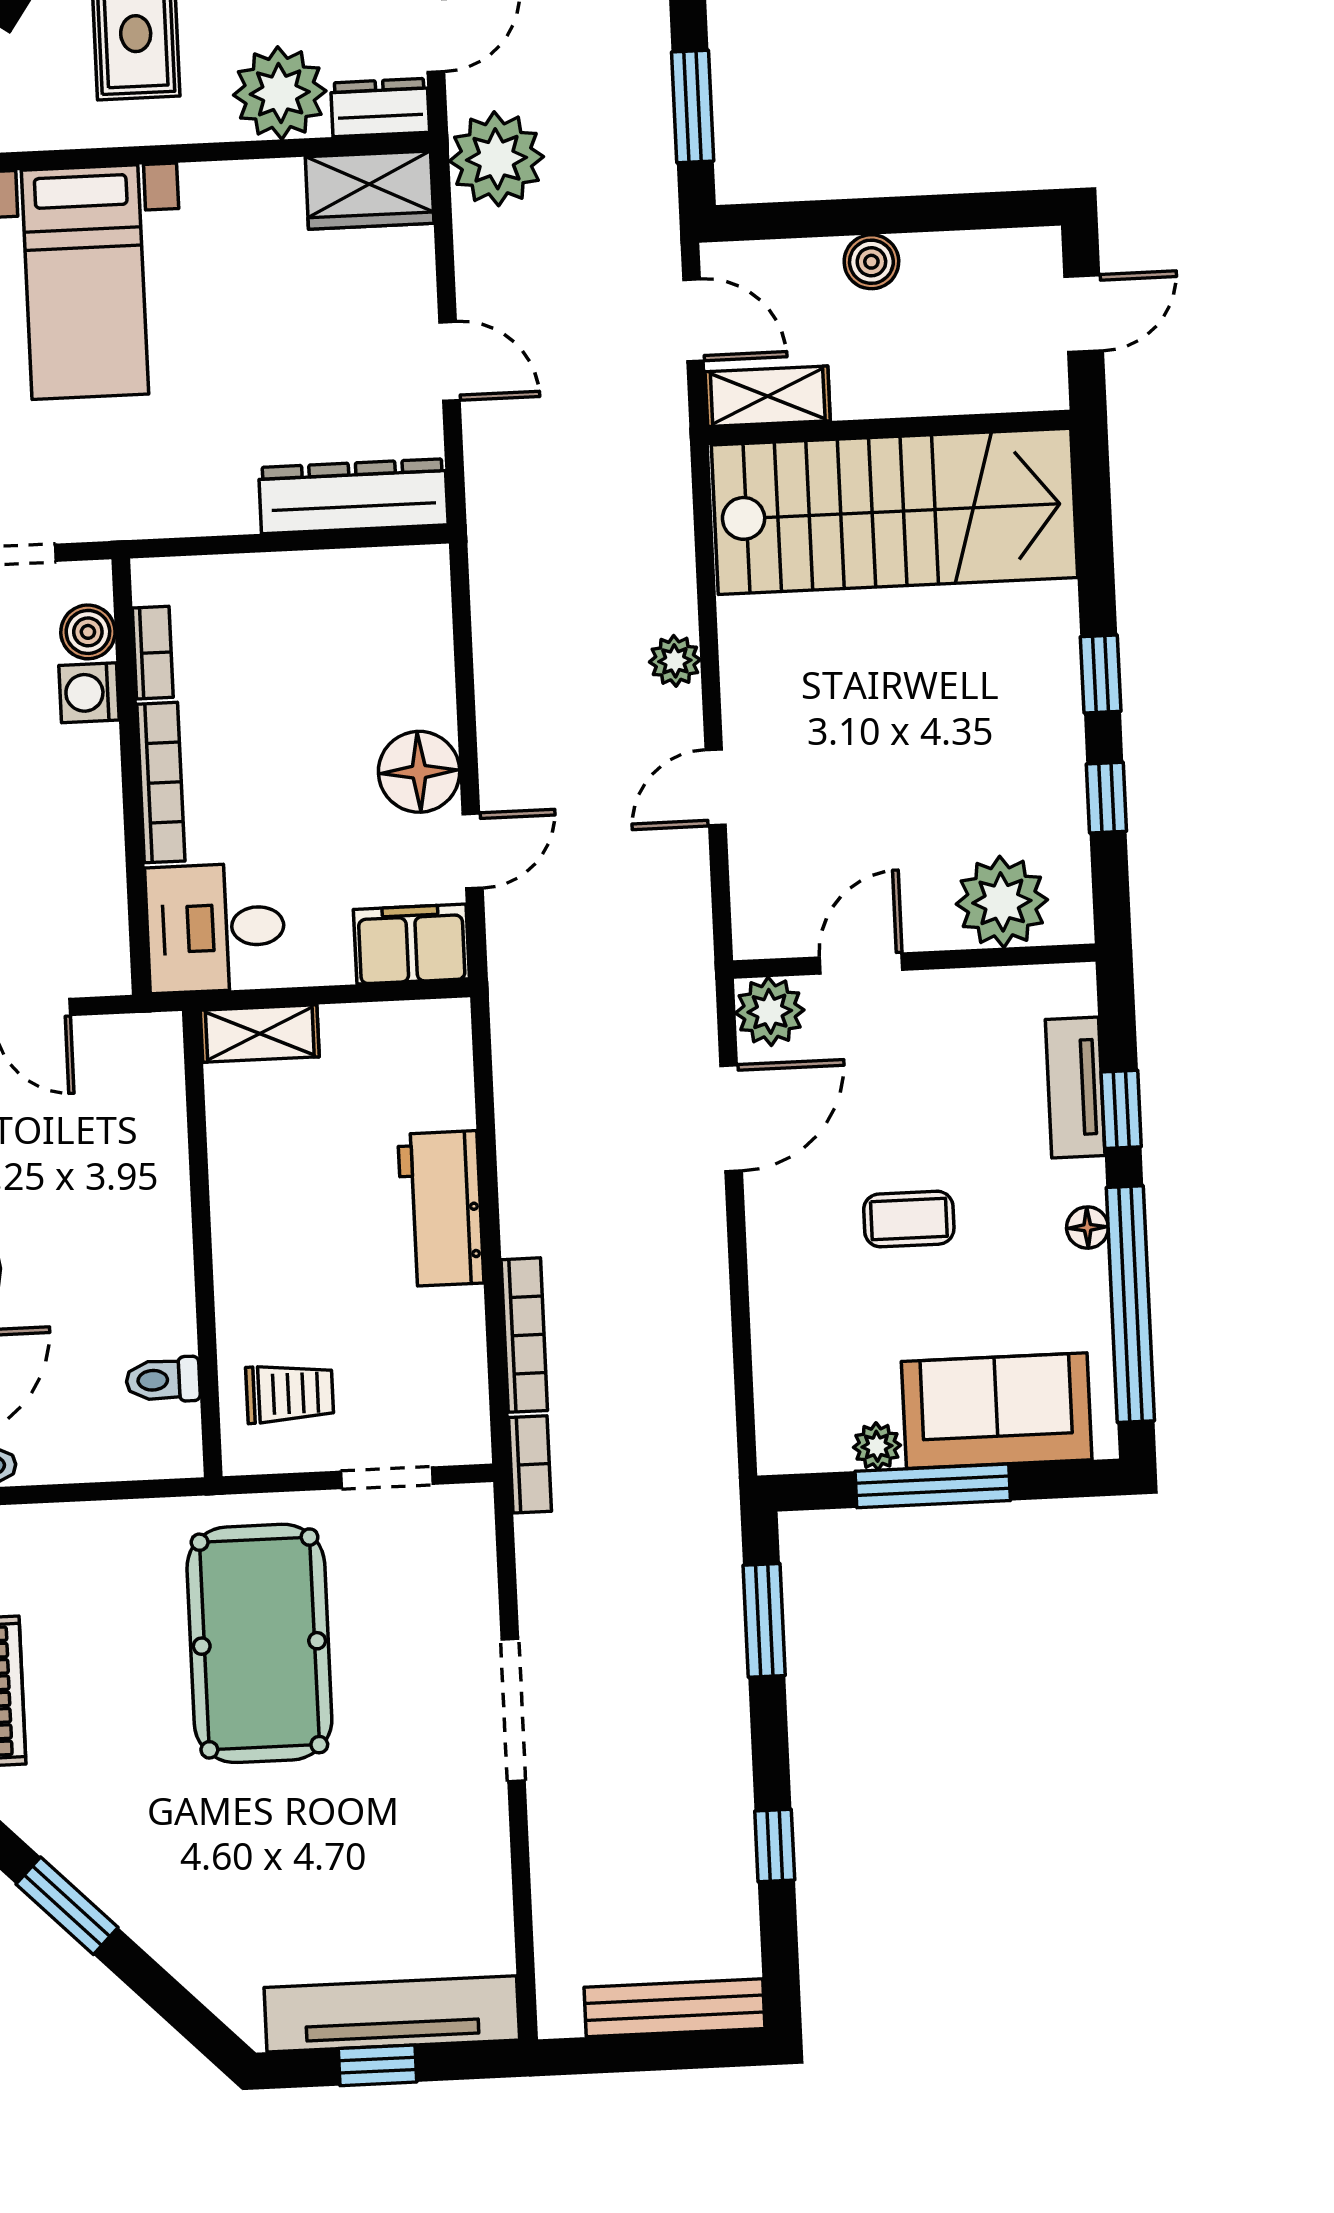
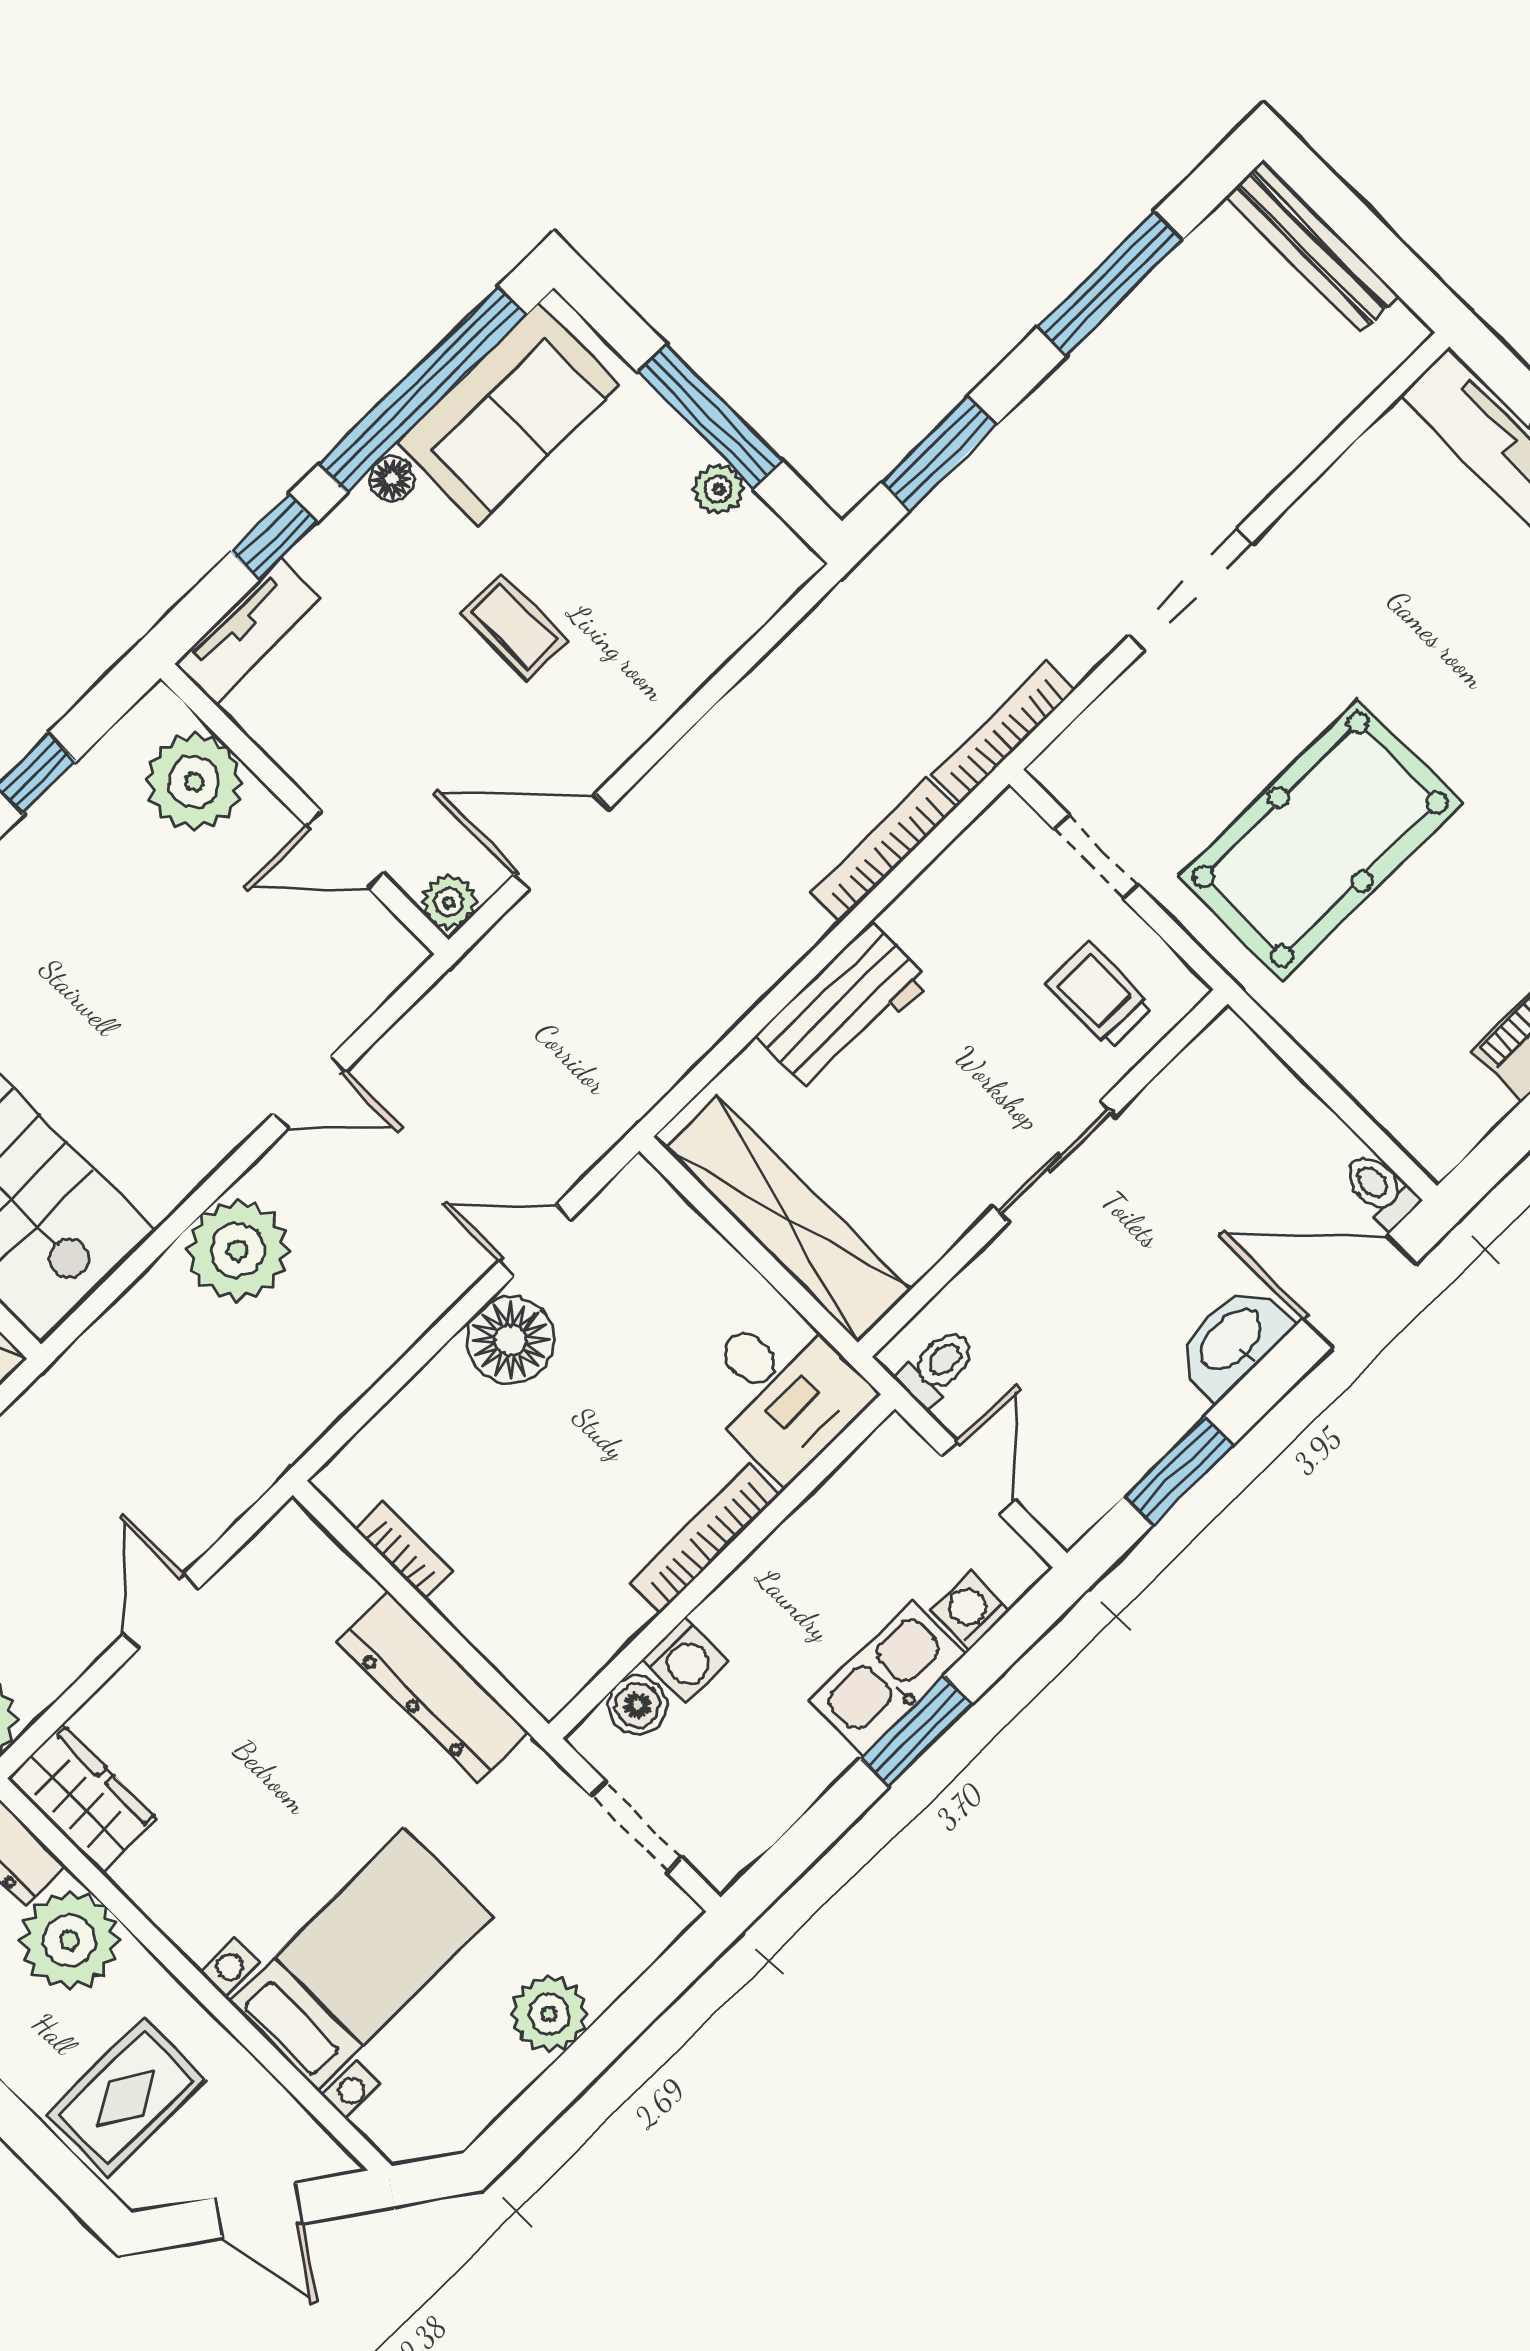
dresser: (353, 496) -> (433, 1686), moved
bookcase: (153, 653) -> (404, 1551), moved, turned 90
plant: (675, 661) -> (238, 1250), width x1.88, depth x1.88
filing cabinet: (411, 944) -> (653, 1222), removed
plant: (770, 1011) -> (449, 902), width x0.73, depth x0.73
shelving: (260, 1033) -> (788, 1219), width x2.20, depth x1.33
tv unit: (1075, 1087) -> (247, 631), moved
sliding door: (203, 1259) -> (1055, 1161), added
toilet: (163, 1380) -> (937, 1367), moved, turned -90
sofa: (997, 1411) -> (507, 414), moved, turned -90
bookcase: (530, 1464) -> (1003, 732), width x1.56
window: (775, 1846) -> (1110, 283), width x2.17

